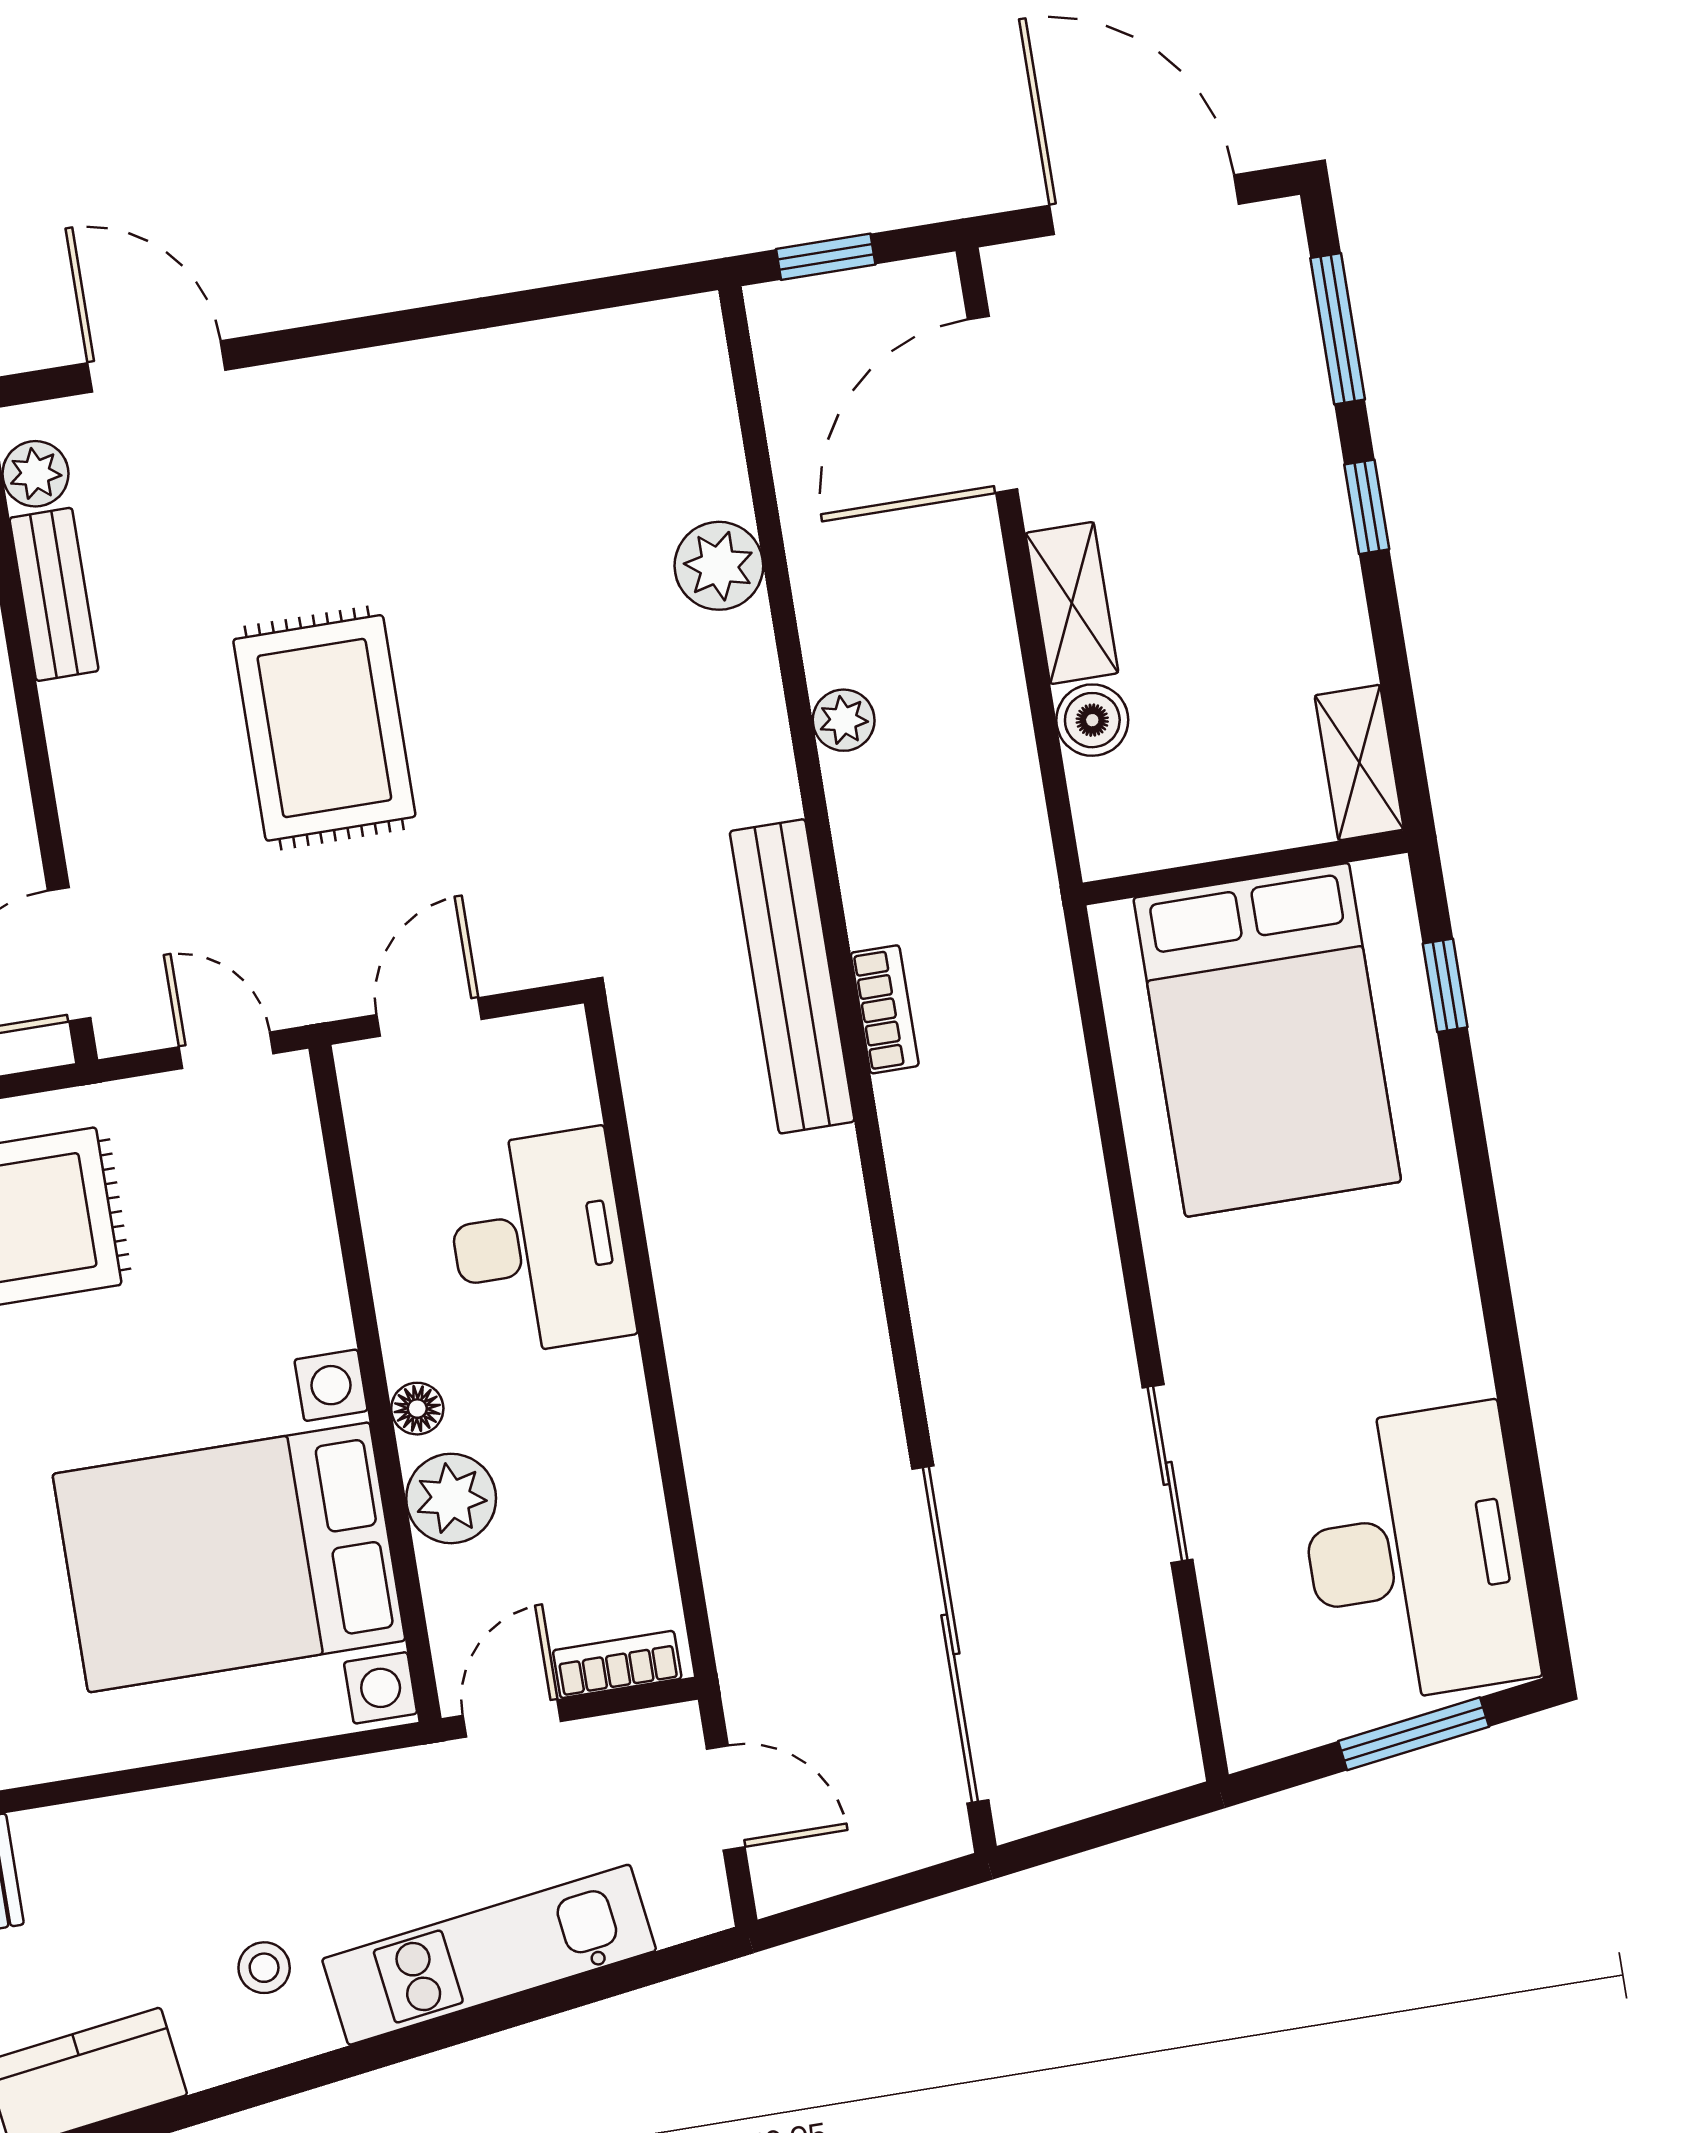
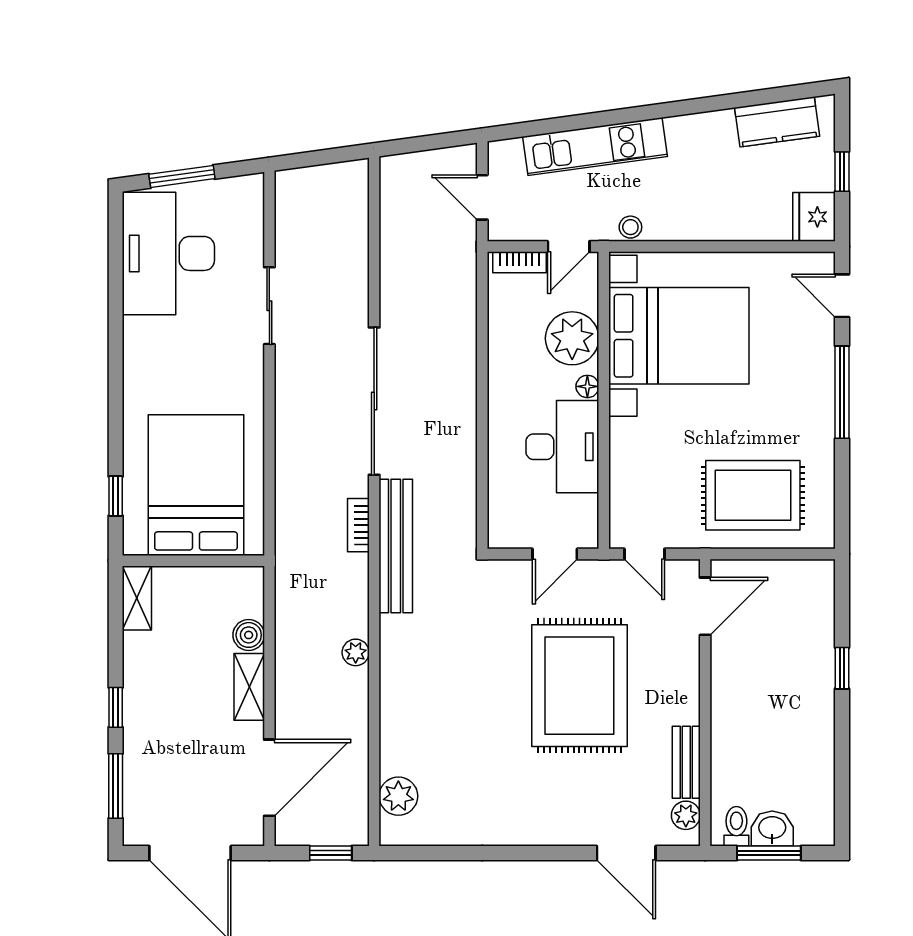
plant: (719, 566) -> (398, 796), moved
rug: (324, 728) -> (579, 686), width x1.37, depth x1.44
desk: (539, 1243) -> (562, 447), moved, turned 180
plant: (451, 1498) -> (572, 338), width x1.36, depth x1.36
sliding door: (950, 1634) -> (374, 401), moved
stool: (264, 1968) -> (630, 227), moved

